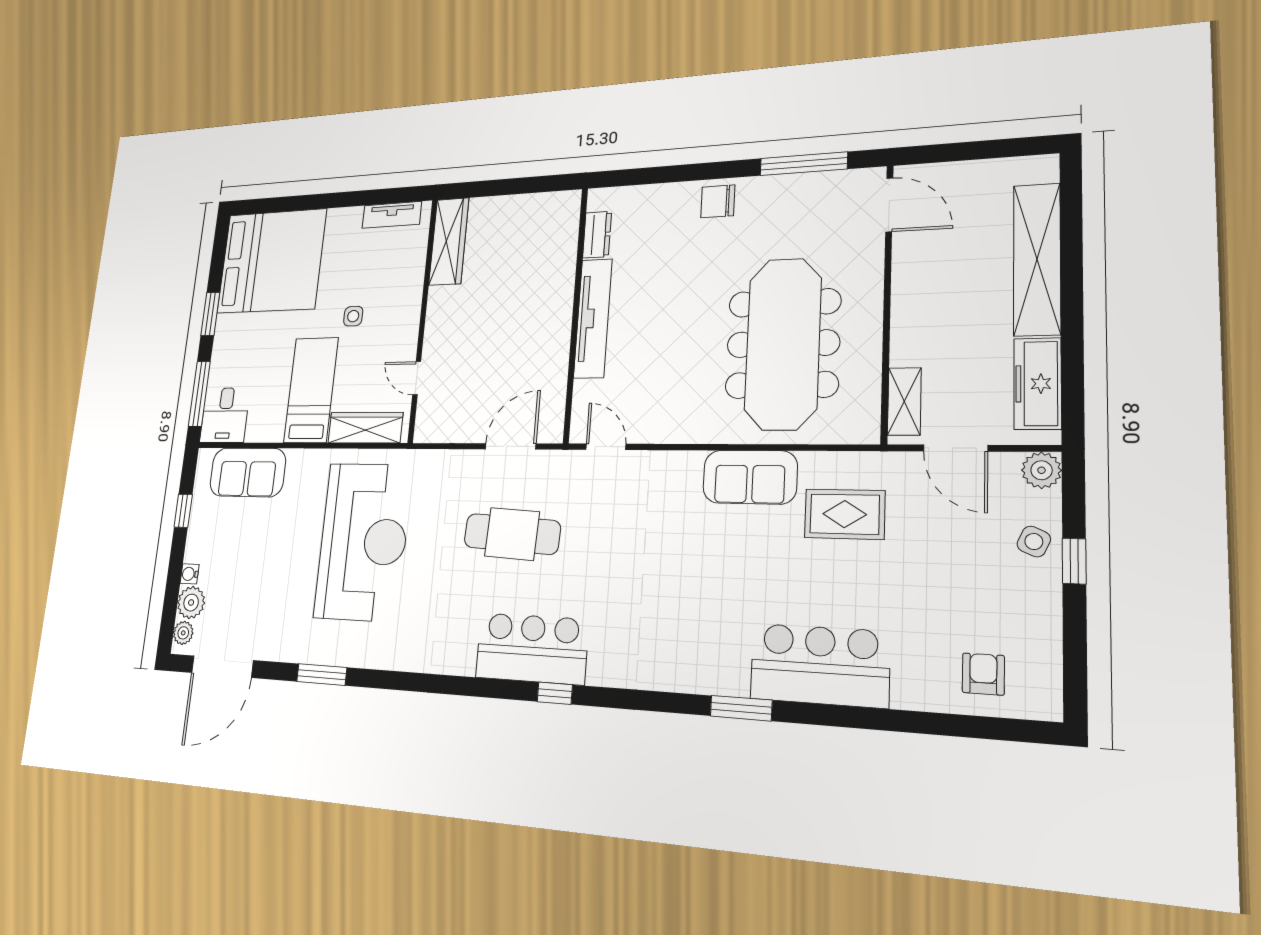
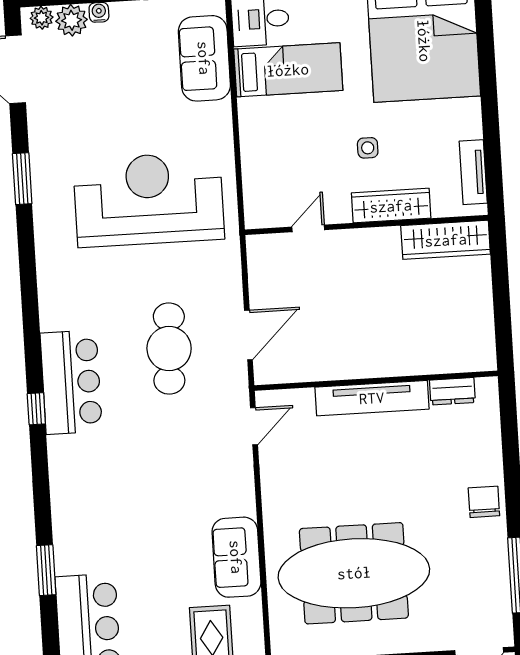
bed: (311, 390) -> (288, 70), moved
wardrobe: (365, 428) -> (391, 206), moved, turned -90
door: (510, 446) -> (248, 335), hinge flipped
reception desk: (363, 541) -> (149, 199), turned 180

